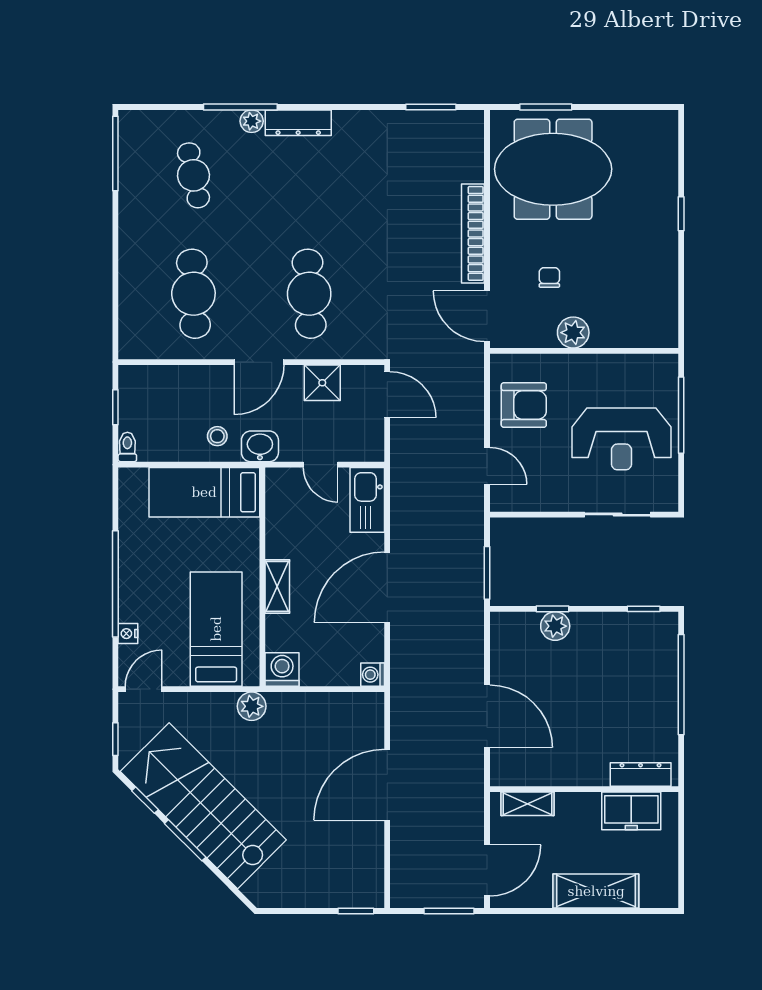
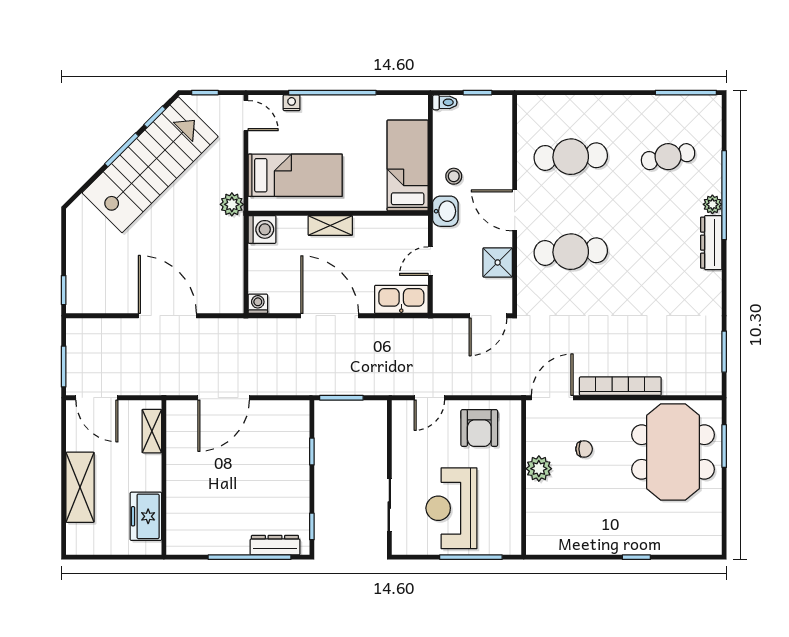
window: (240, 107) -> (724, 195), width x1.46
plant: (555, 626) -> (298, 454), removed
dresser: (641, 774) -> (275, 545), moved, turned -90

